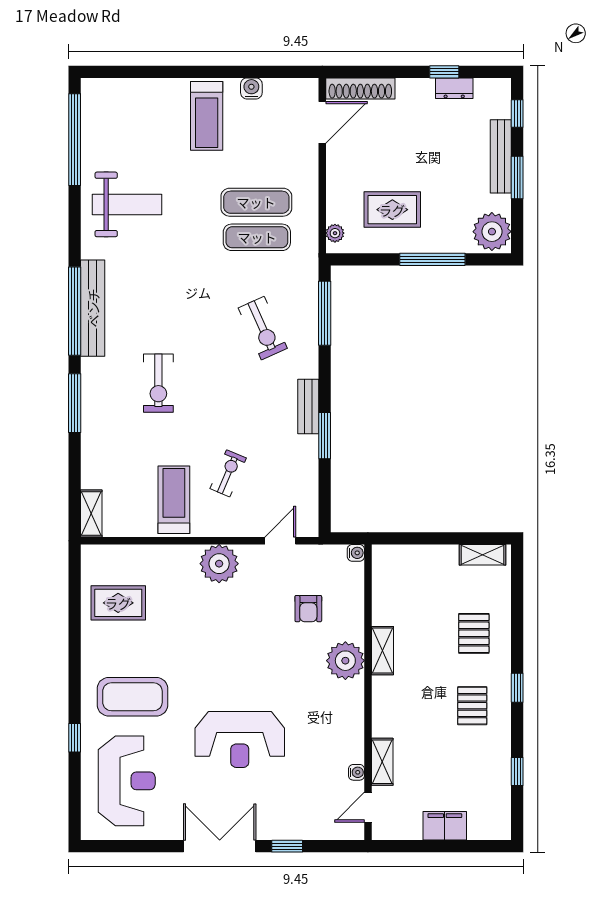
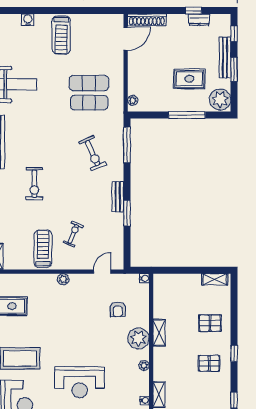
water cooler: (251, 88) -> (28, 20), moved
rug: (392, 210) -> (189, 79), moved
plant: (219, 564) -> (63, 279), width x0.53, depth x0.53
pallet: (474, 633) -> (210, 323), turned 90
pallet: (472, 706) -> (209, 363), turned 90
plant: (355, 709) -> (144, 365), added

